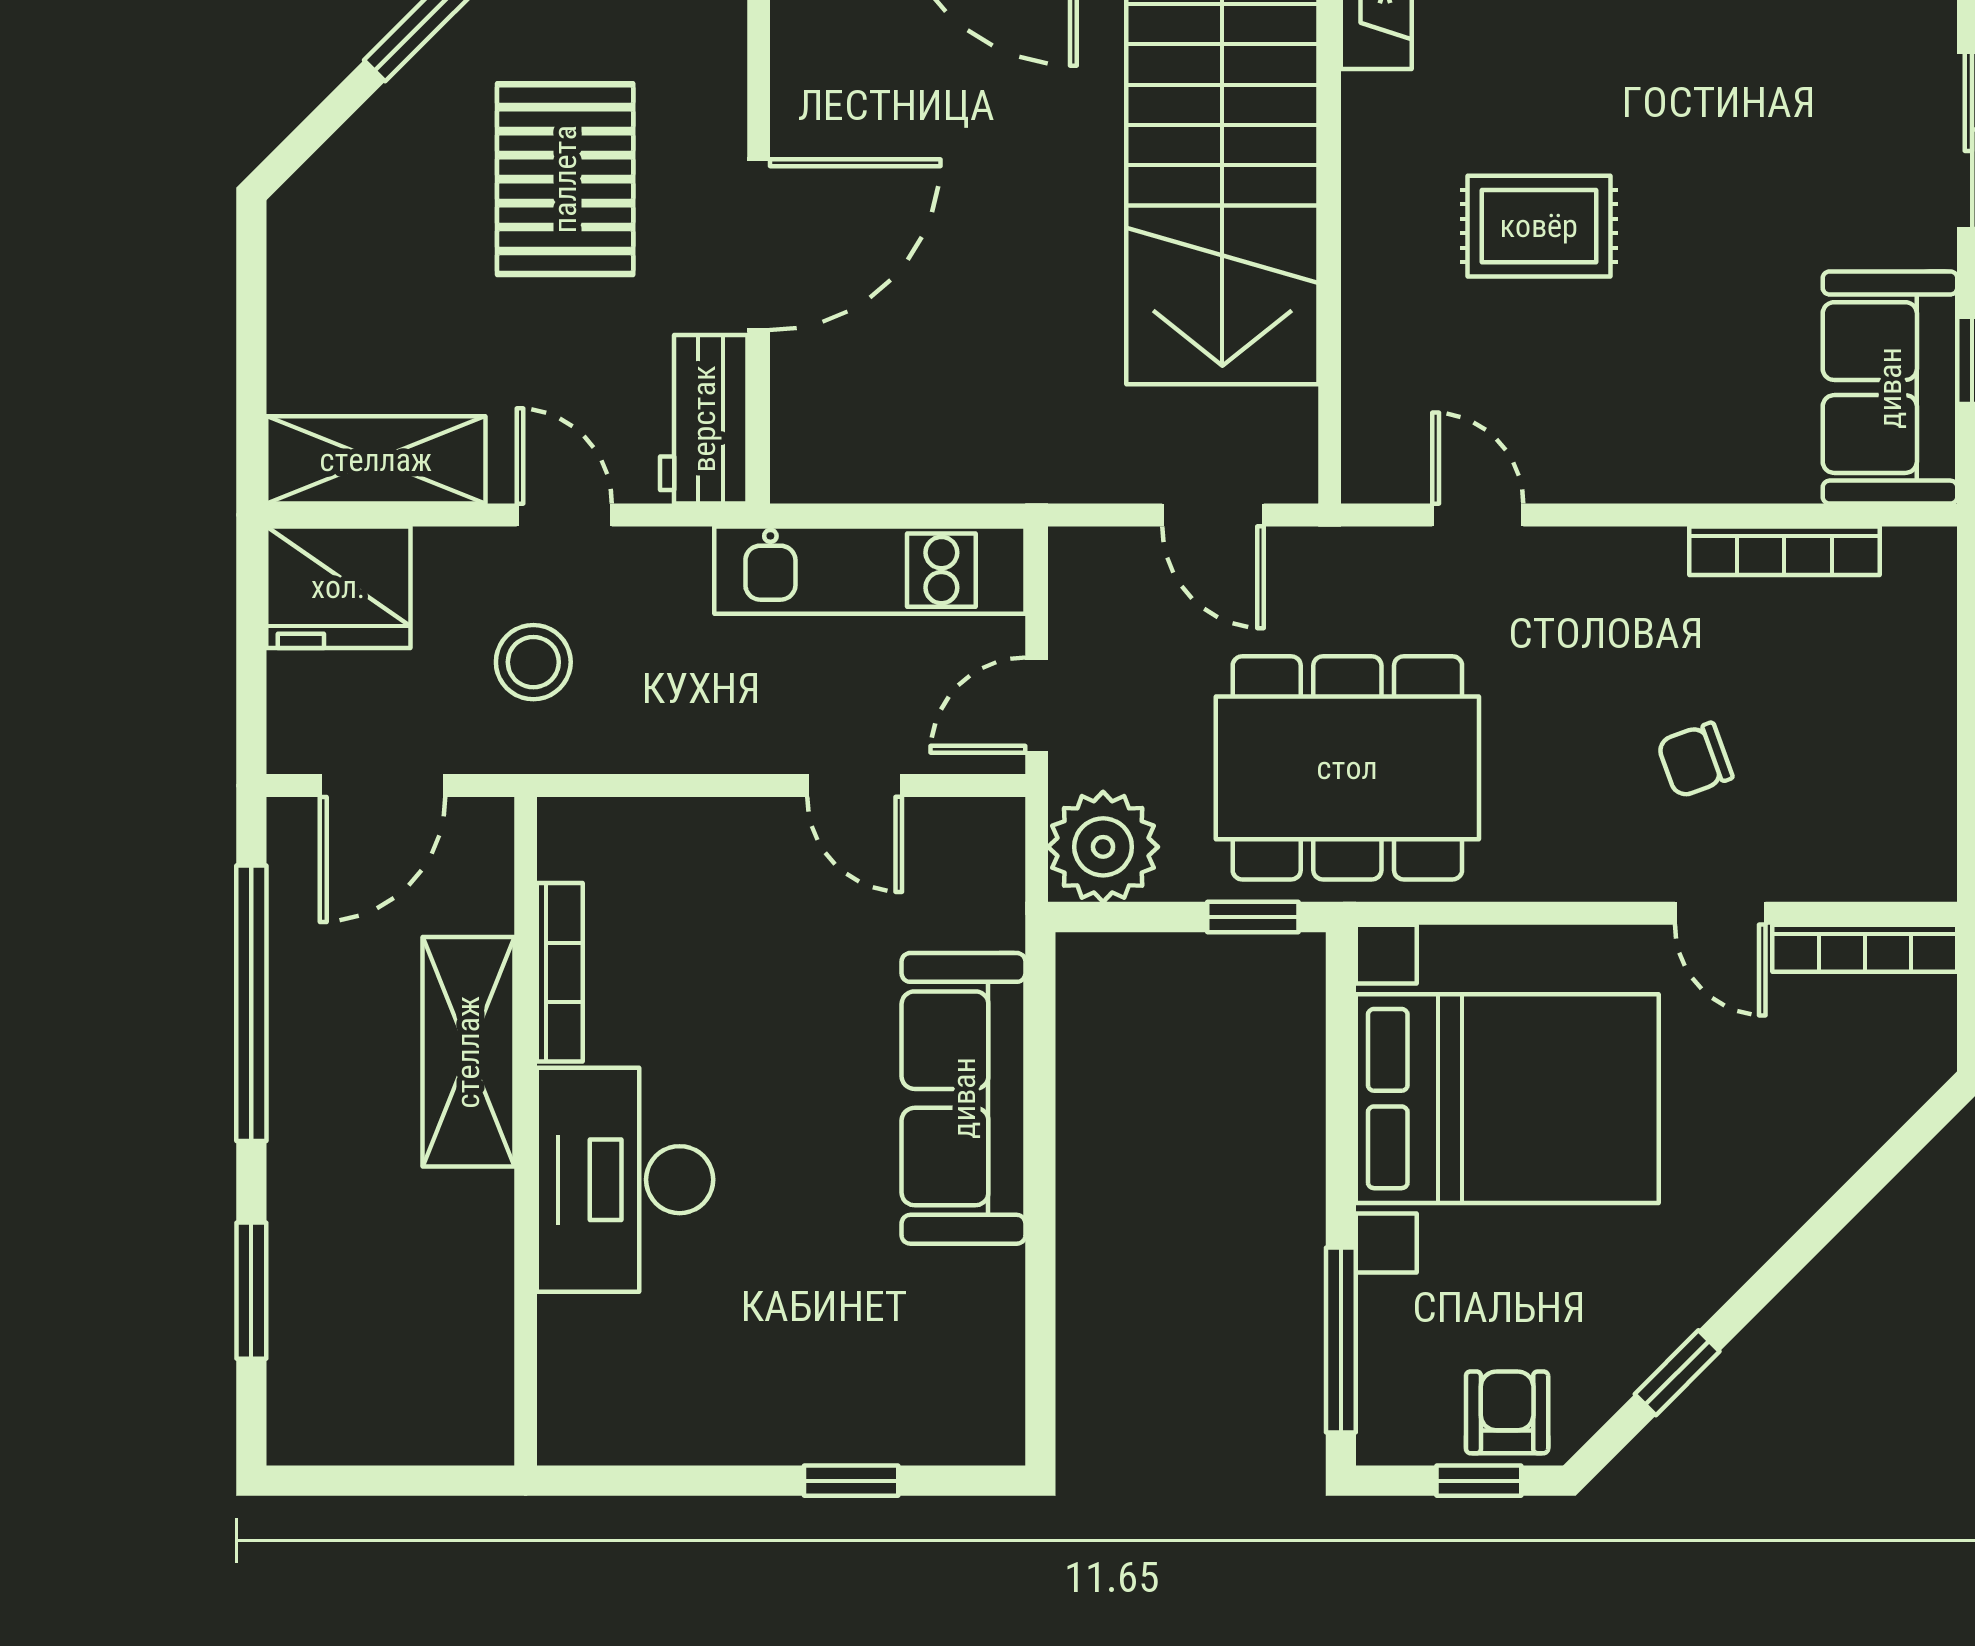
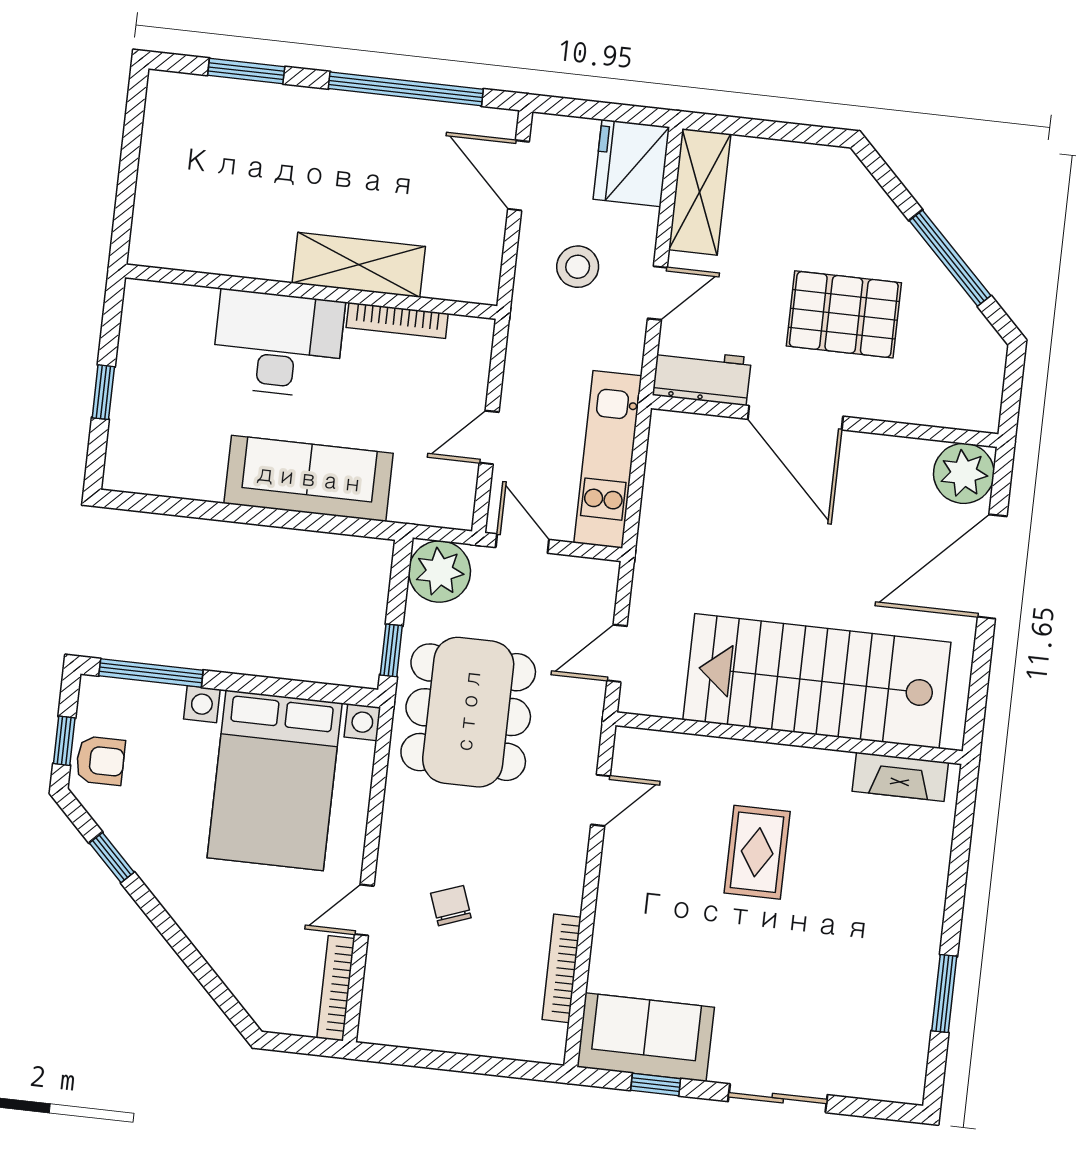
bookcase: (560, 972) -> (397, 320), moved
shelving: (468, 1052) -> (359, 265), moved
wall: (526, 1131) -> (311, 292), moved
desk: (625, 1180) -> (278, 344), moved

